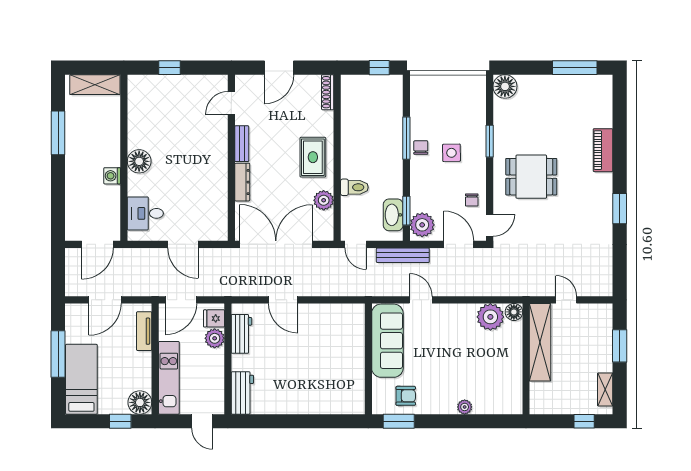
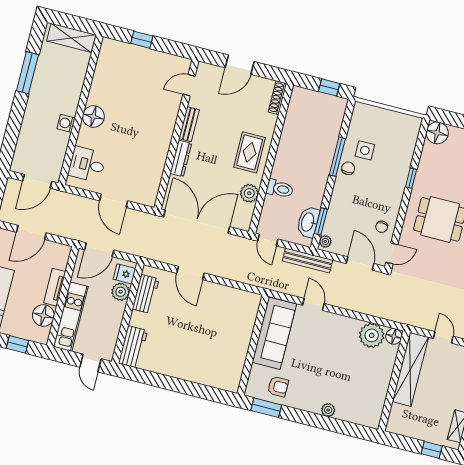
window: (490, 141) -> (411, 178), width x0.67
side table: (451, 153) -> (365, 150), moved
plant: (422, 225) -> (325, 241), width x0.53, depth x0.53
tv unit: (144, 331) -> (55, 287), moved
floor lamp: (140, 402) -> (43, 315), moved

